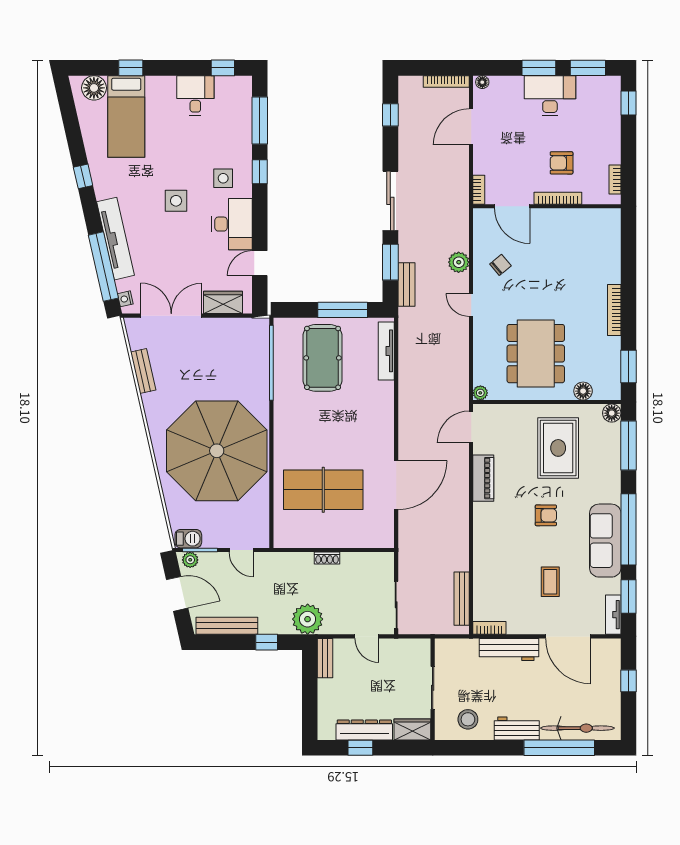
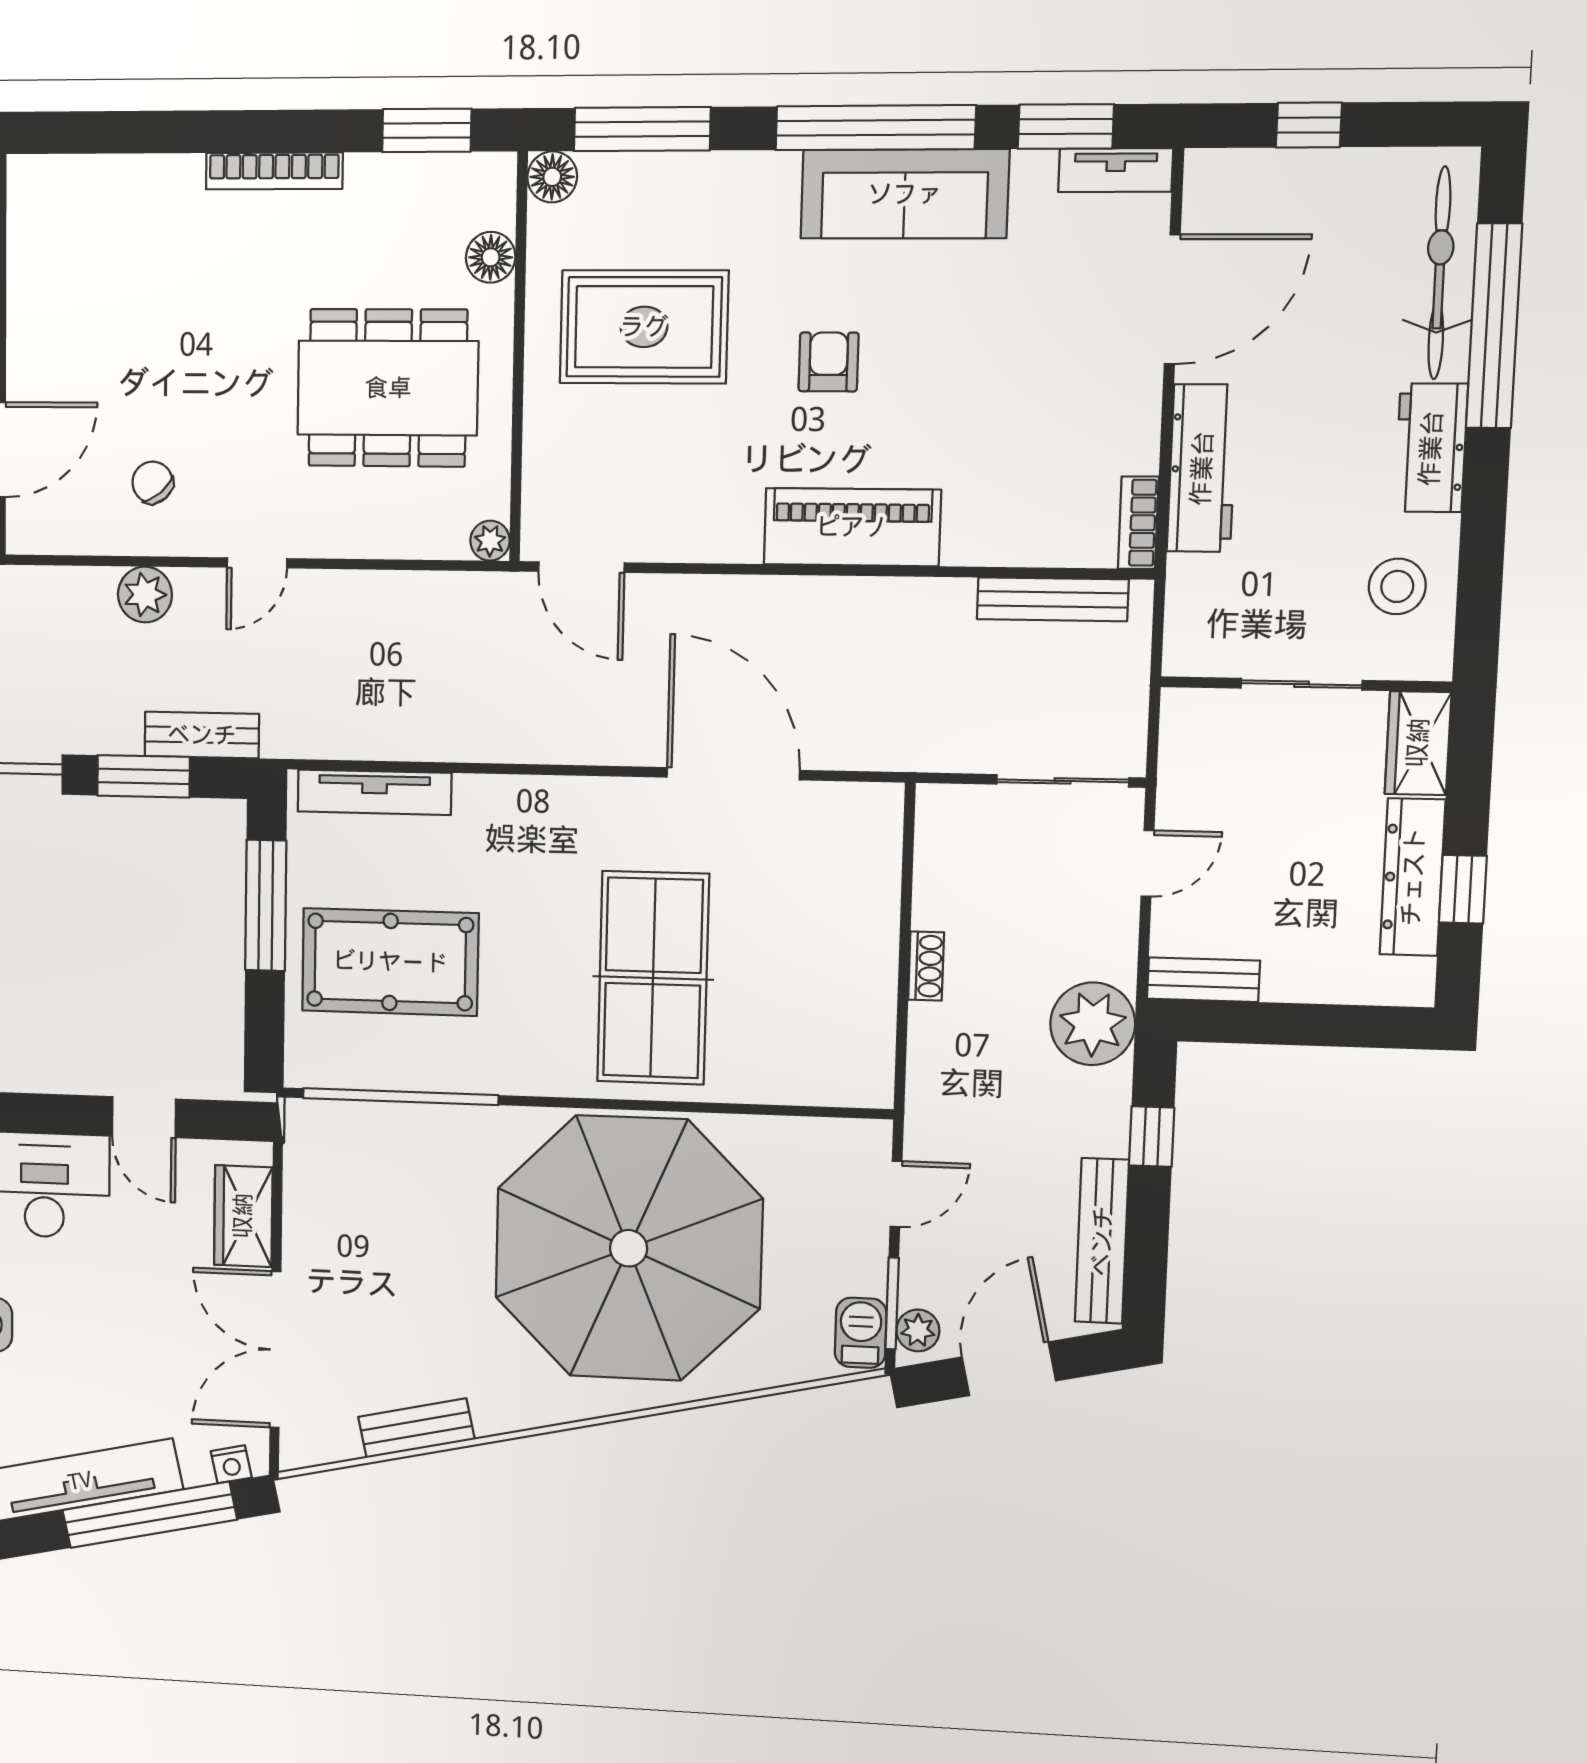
piano: (483, 478) -> (852, 527), moved, width x1.37, depth x1.33
table tennis table: (323, 490) -> (653, 978), moved
coffee table: (550, 582) -> (1015, 350), removed

